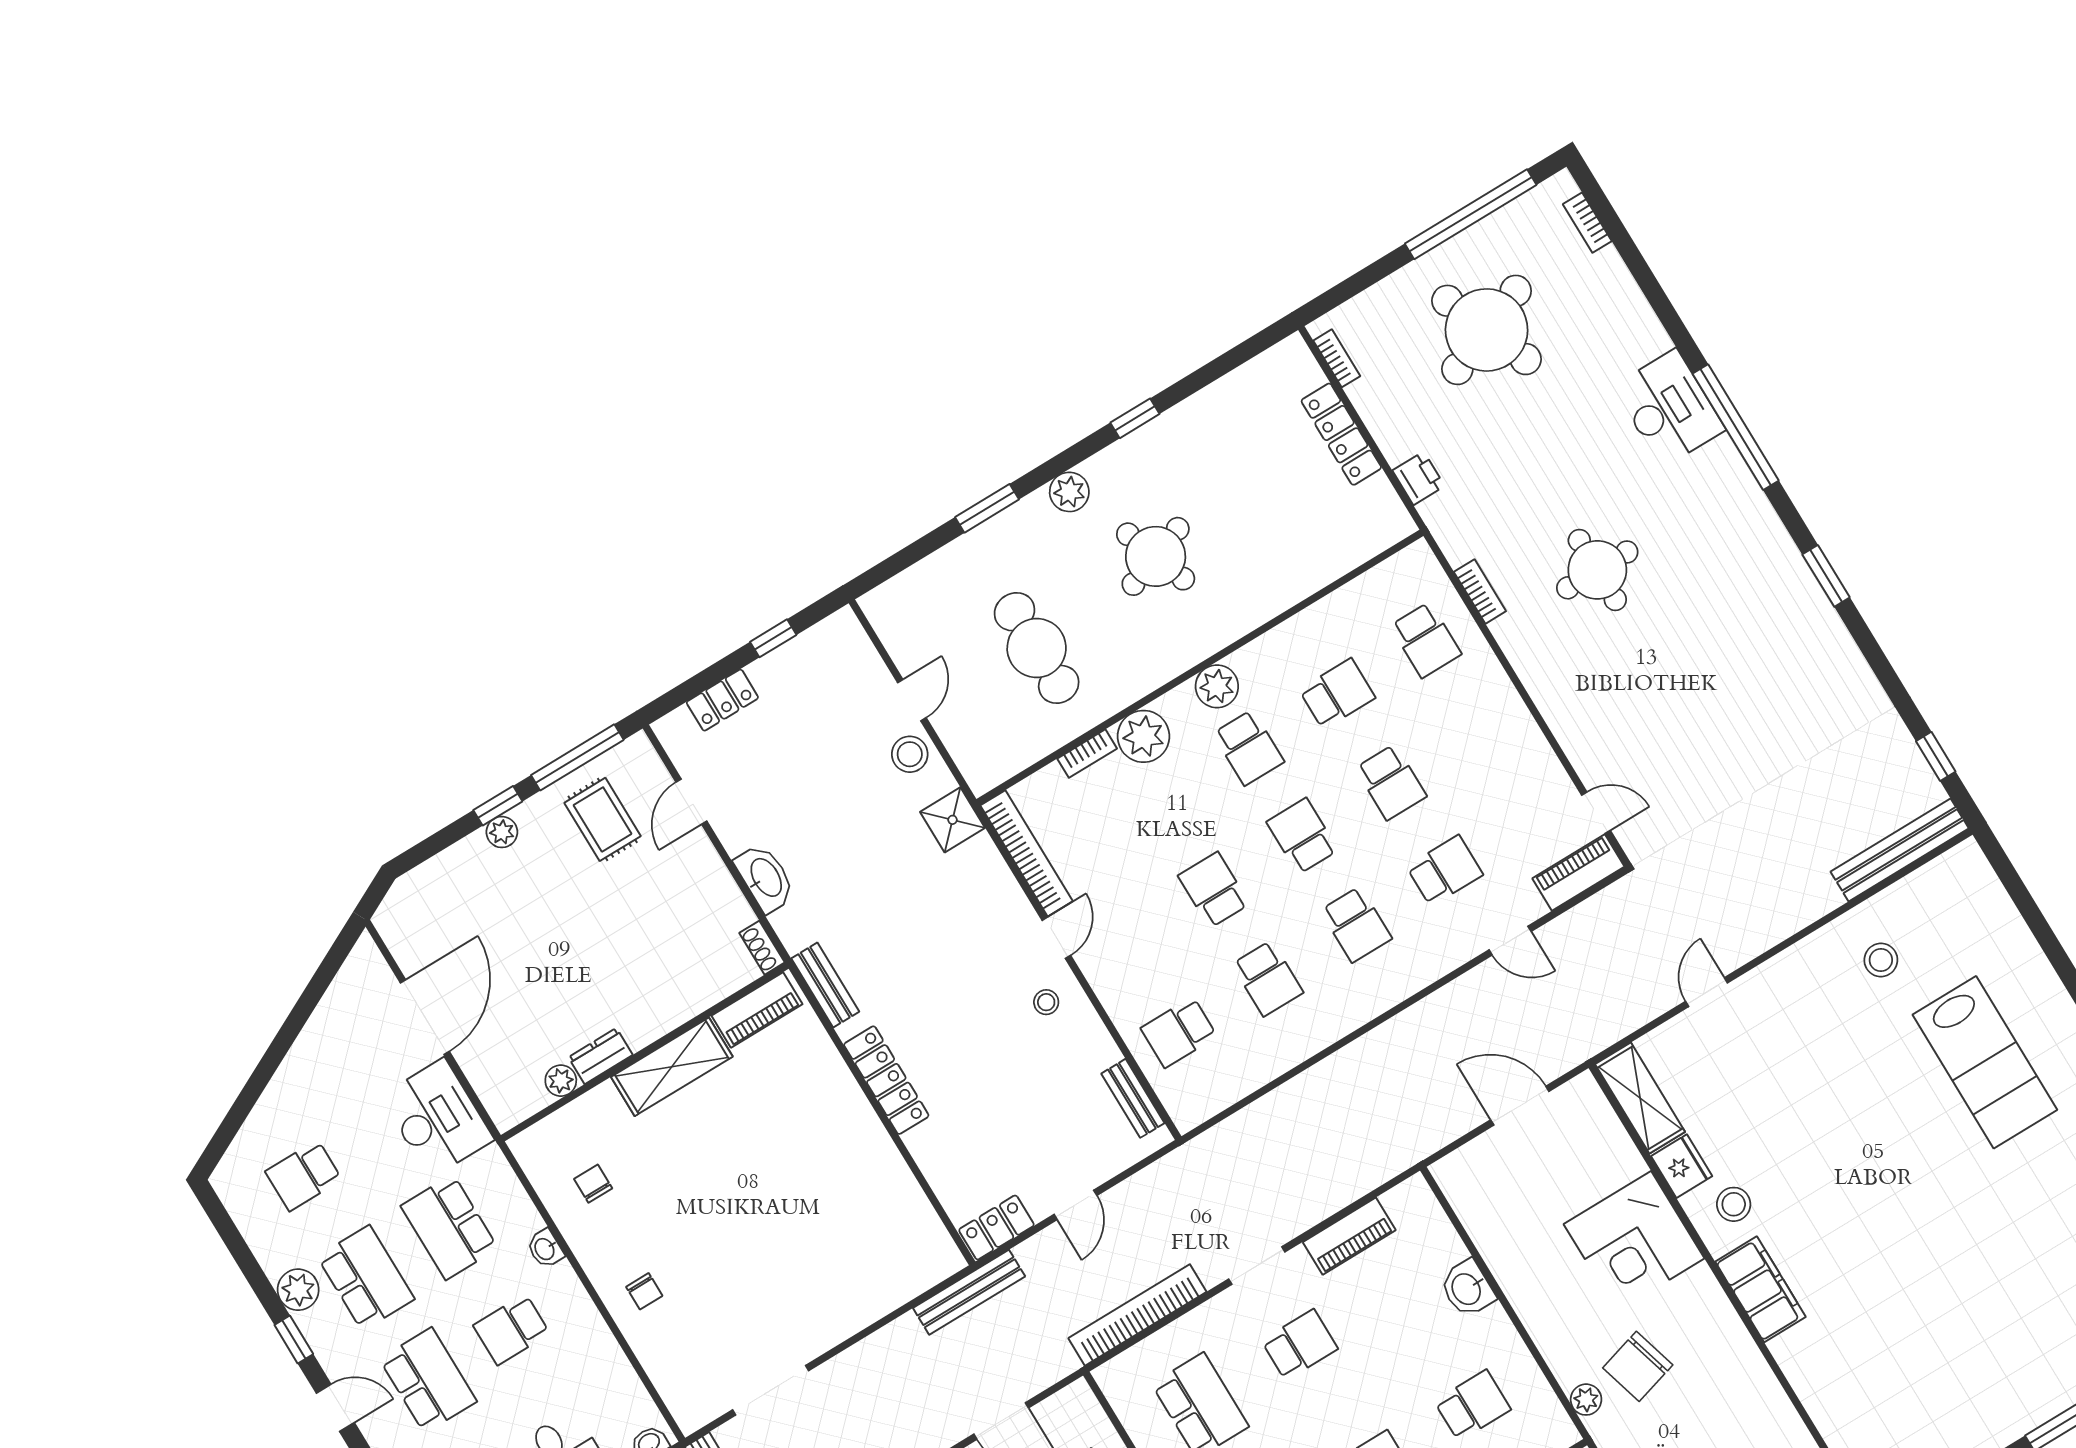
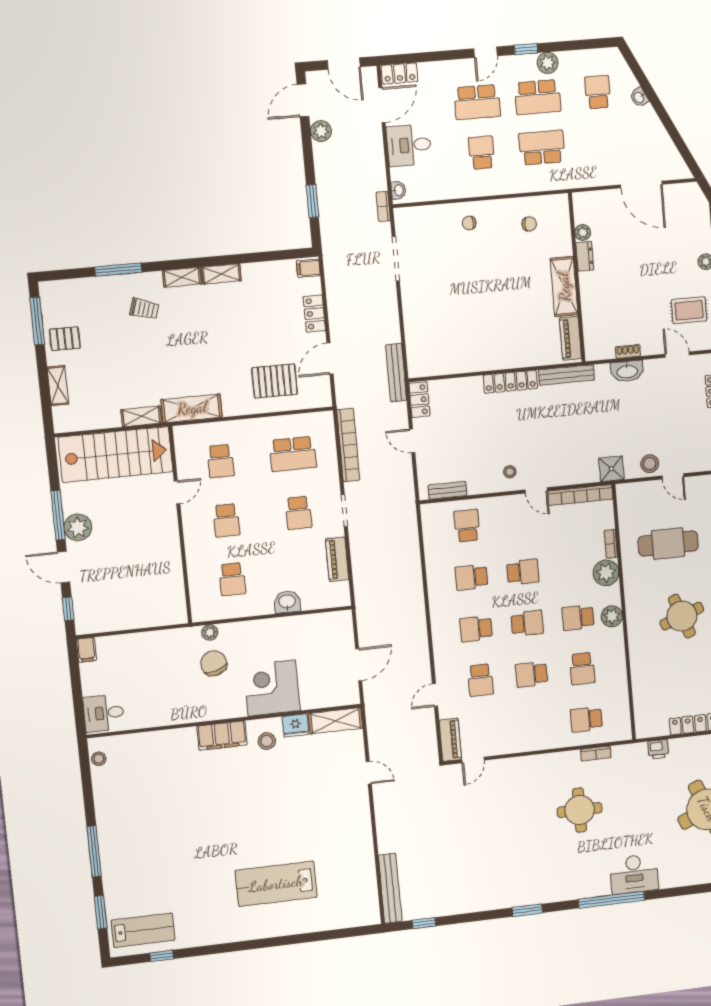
shoe rack: (762, 948) -> (628, 351), moved
stool: (1881, 960) -> (345, 858), removed
bench: (825, 985) -> (566, 375), width x1.36
desk: (437, 1118) -> (594, 167), removed
washbasin: (545, 1249) -> (639, 97), moved, turned -117

